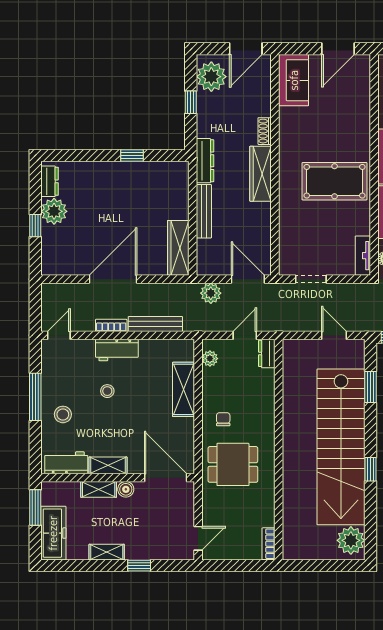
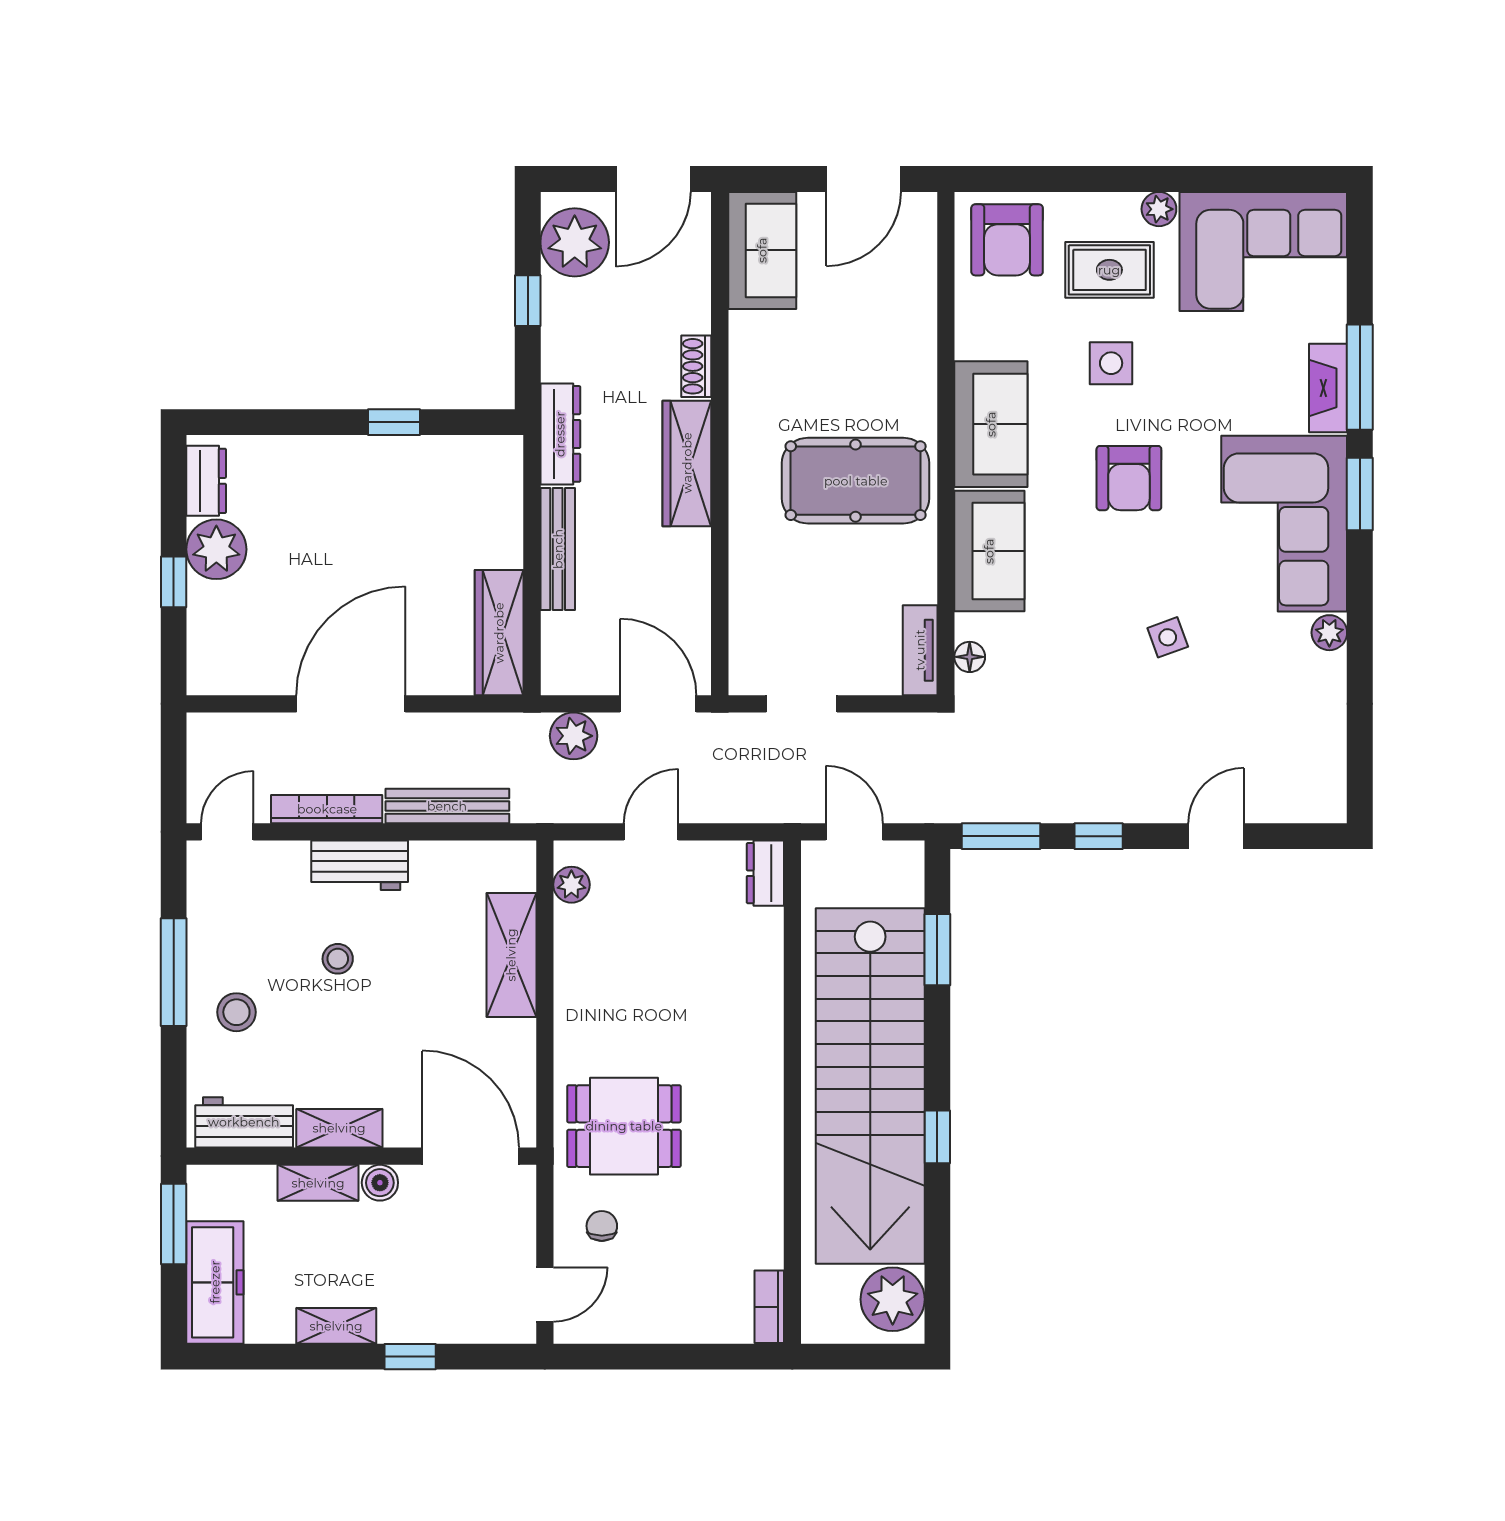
bookcase: (111, 325) -> (327, 809), width x1.56
dresser: (267, 353) -> (765, 873), moved
chair: (223, 419) -> (602, 1226), moved
wall: (279, 450) -> (792, 1092), moved
bookcase: (269, 544) -> (769, 1307), moved

